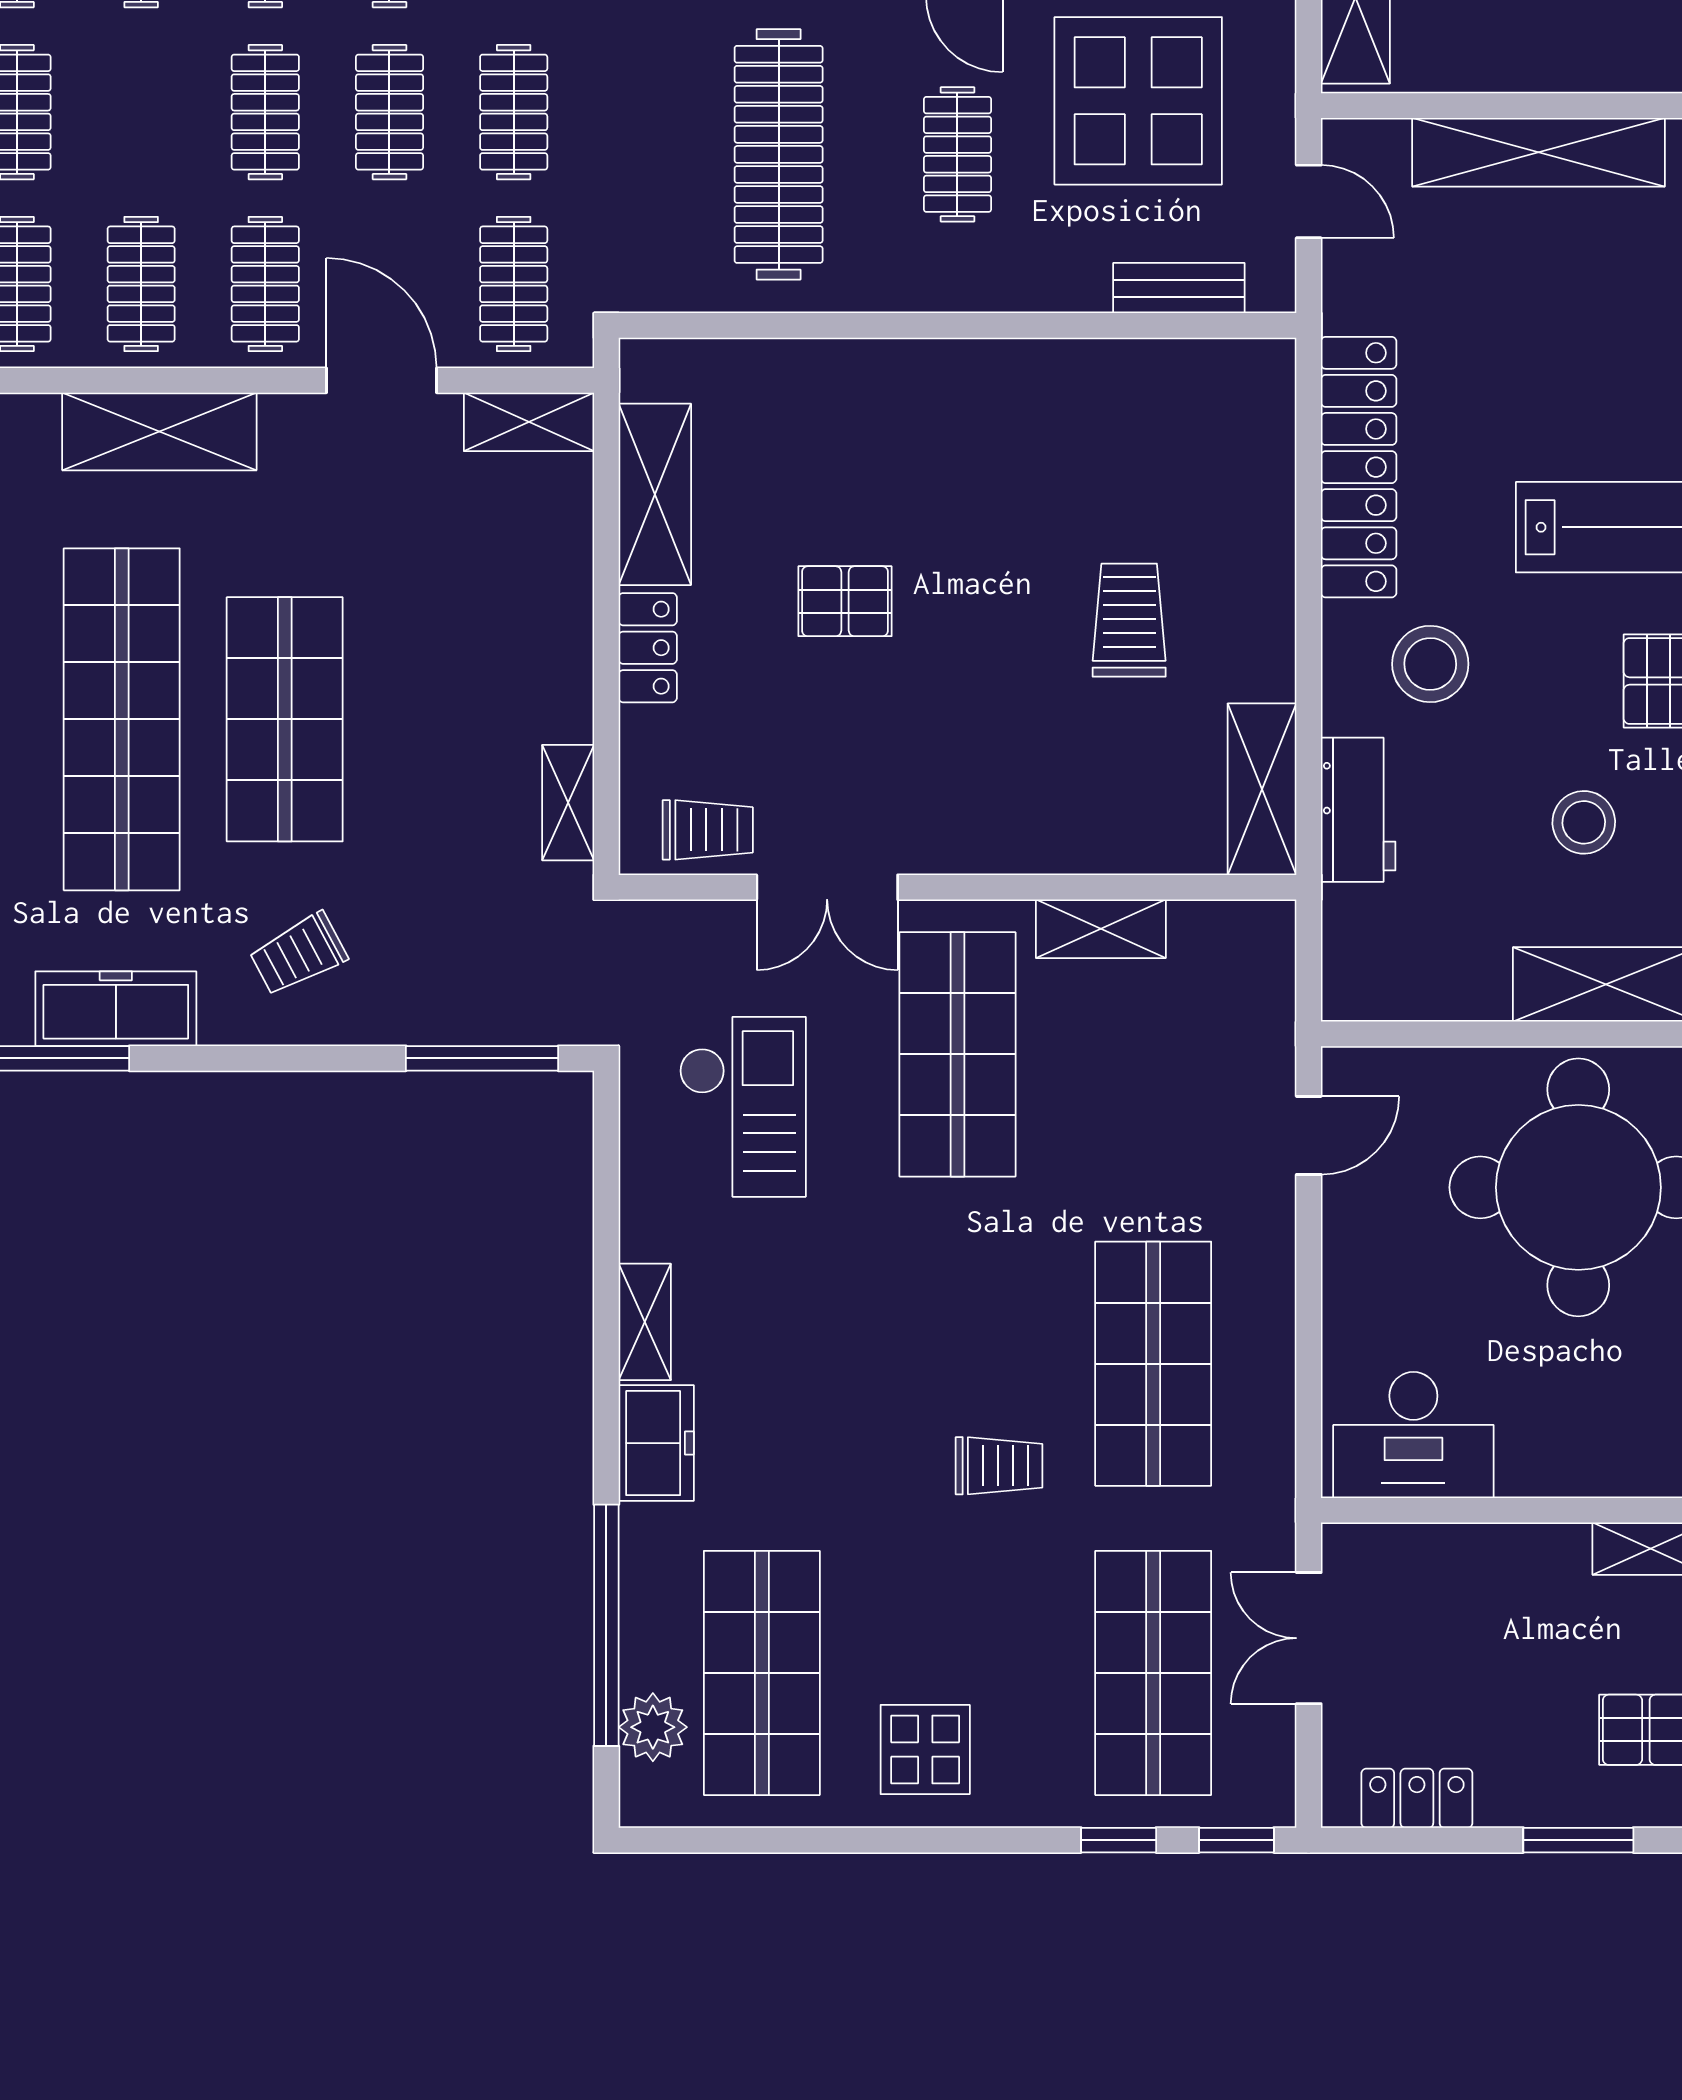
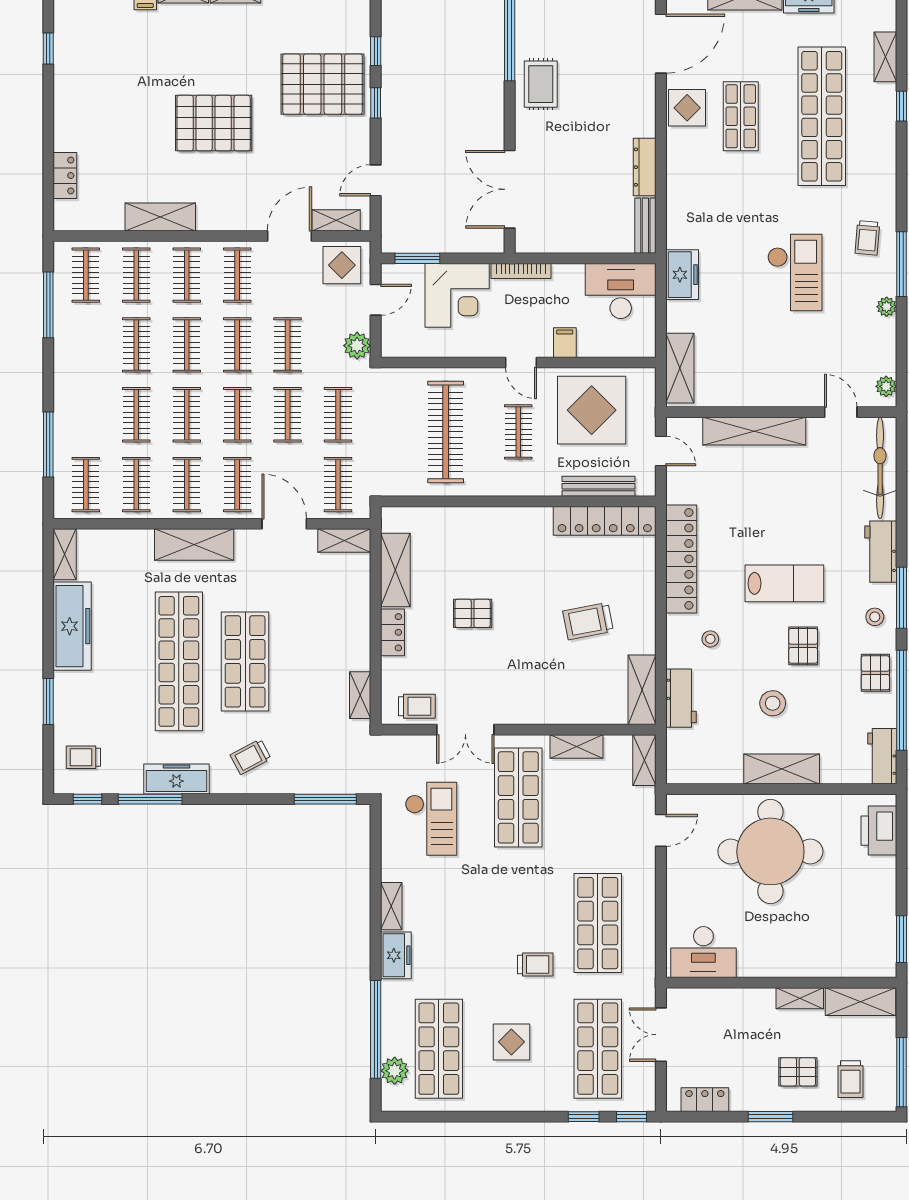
clothes rail: (141, 112) -> (187, 415), added
bench: (1179, 288) -> (598, 486), width x1.36
locker: (1170, 373) -> (605, 521), added
trolley: (1129, 620) -> (588, 621), turned -101
stool: (1430, 664) -> (710, 639), width x0.53, depth x0.53
shelving: (1268, 962) -> (644, 760), added
display table: (925, 1750) -> (511, 1042), moved

